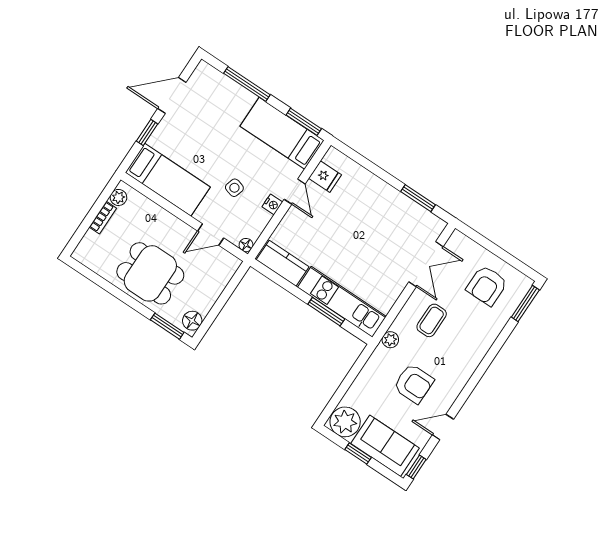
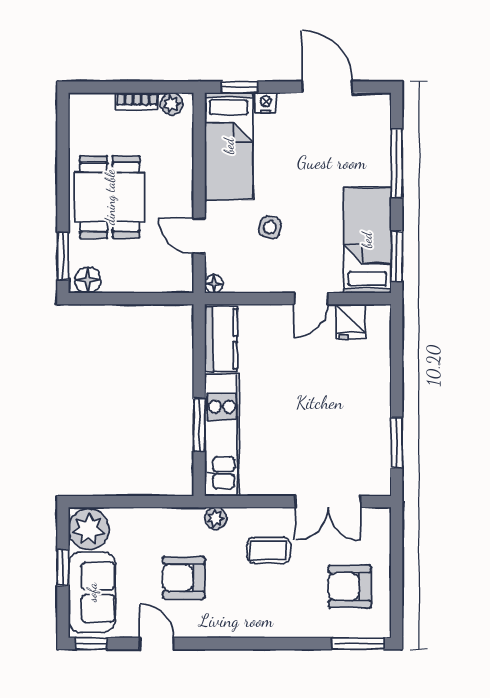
window: (147, 132) -> (240, 87), moved
nightstand: (272, 204) -> (266, 103), moved, turned 180
armchair: (414, 384) -> (184, 578), turned 90

